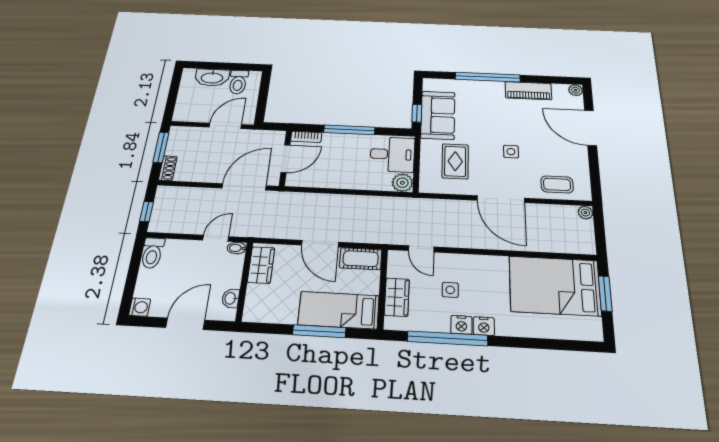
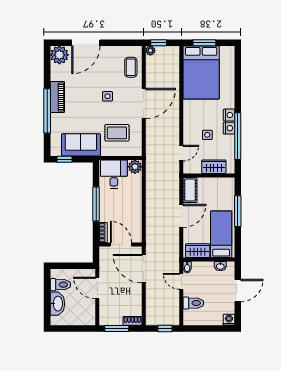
plant: (576, 90) -> (59, 55), width x1.88, depth x1.88
piano: (528, 91) -> (57, 97), moved
window: (417, 113) -> (65, 159), moved
window: (599, 225) -> (159, 43), added
toilet: (152, 253) -> (193, 303), moved
bed: (339, 310) -> (221, 234), moved, turned 180
door: (185, 324) -> (238, 291), swing flipped

